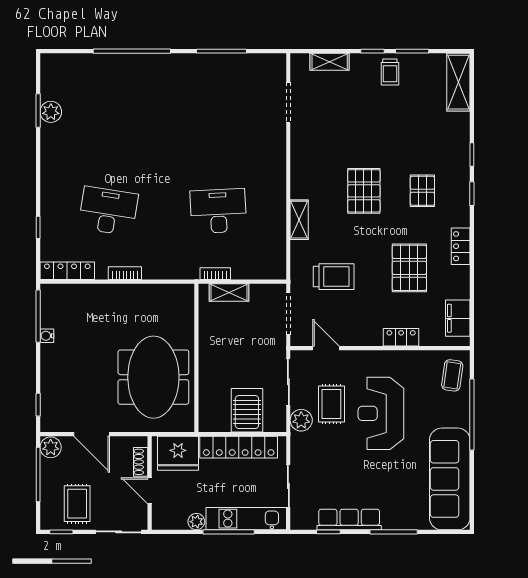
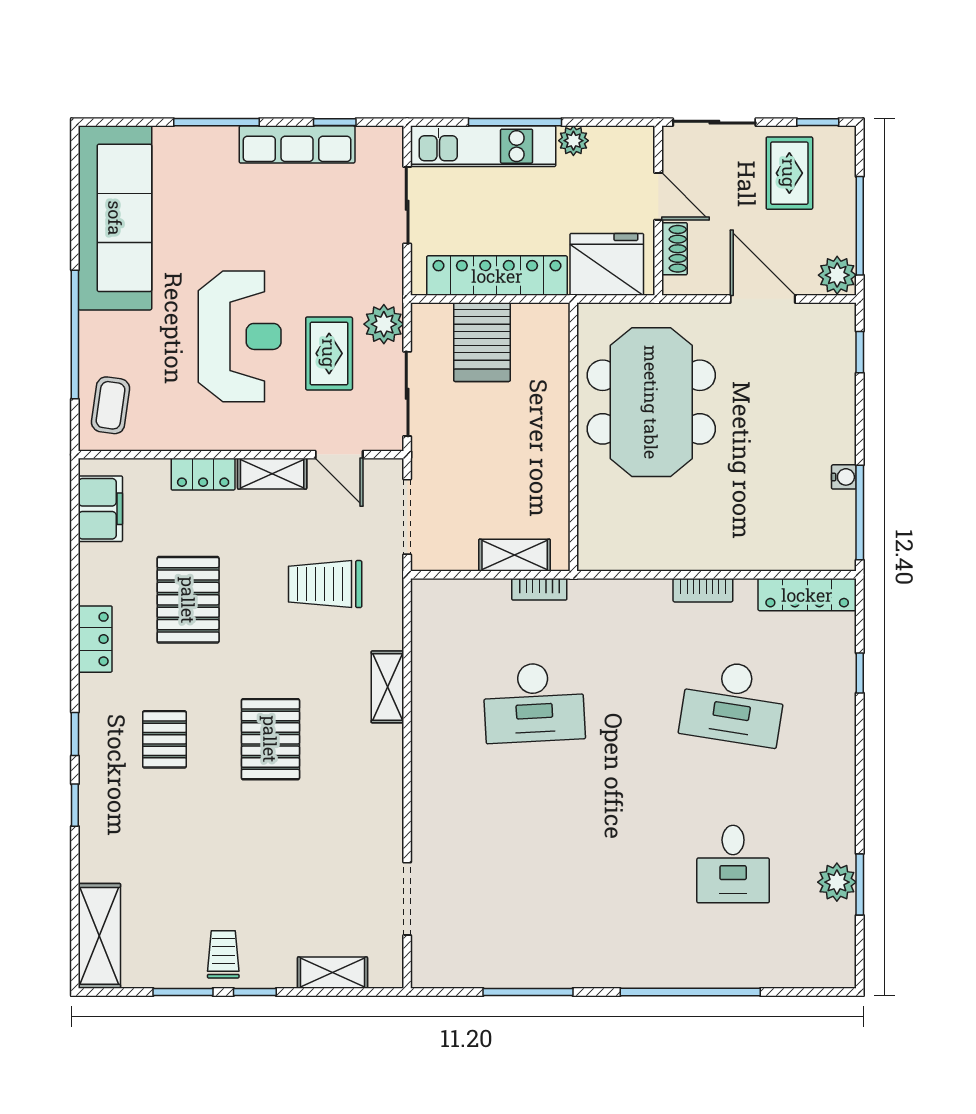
desk: (108, 122) -> (733, 864), added
shelving: (363, 338) -> (272, 474), added

